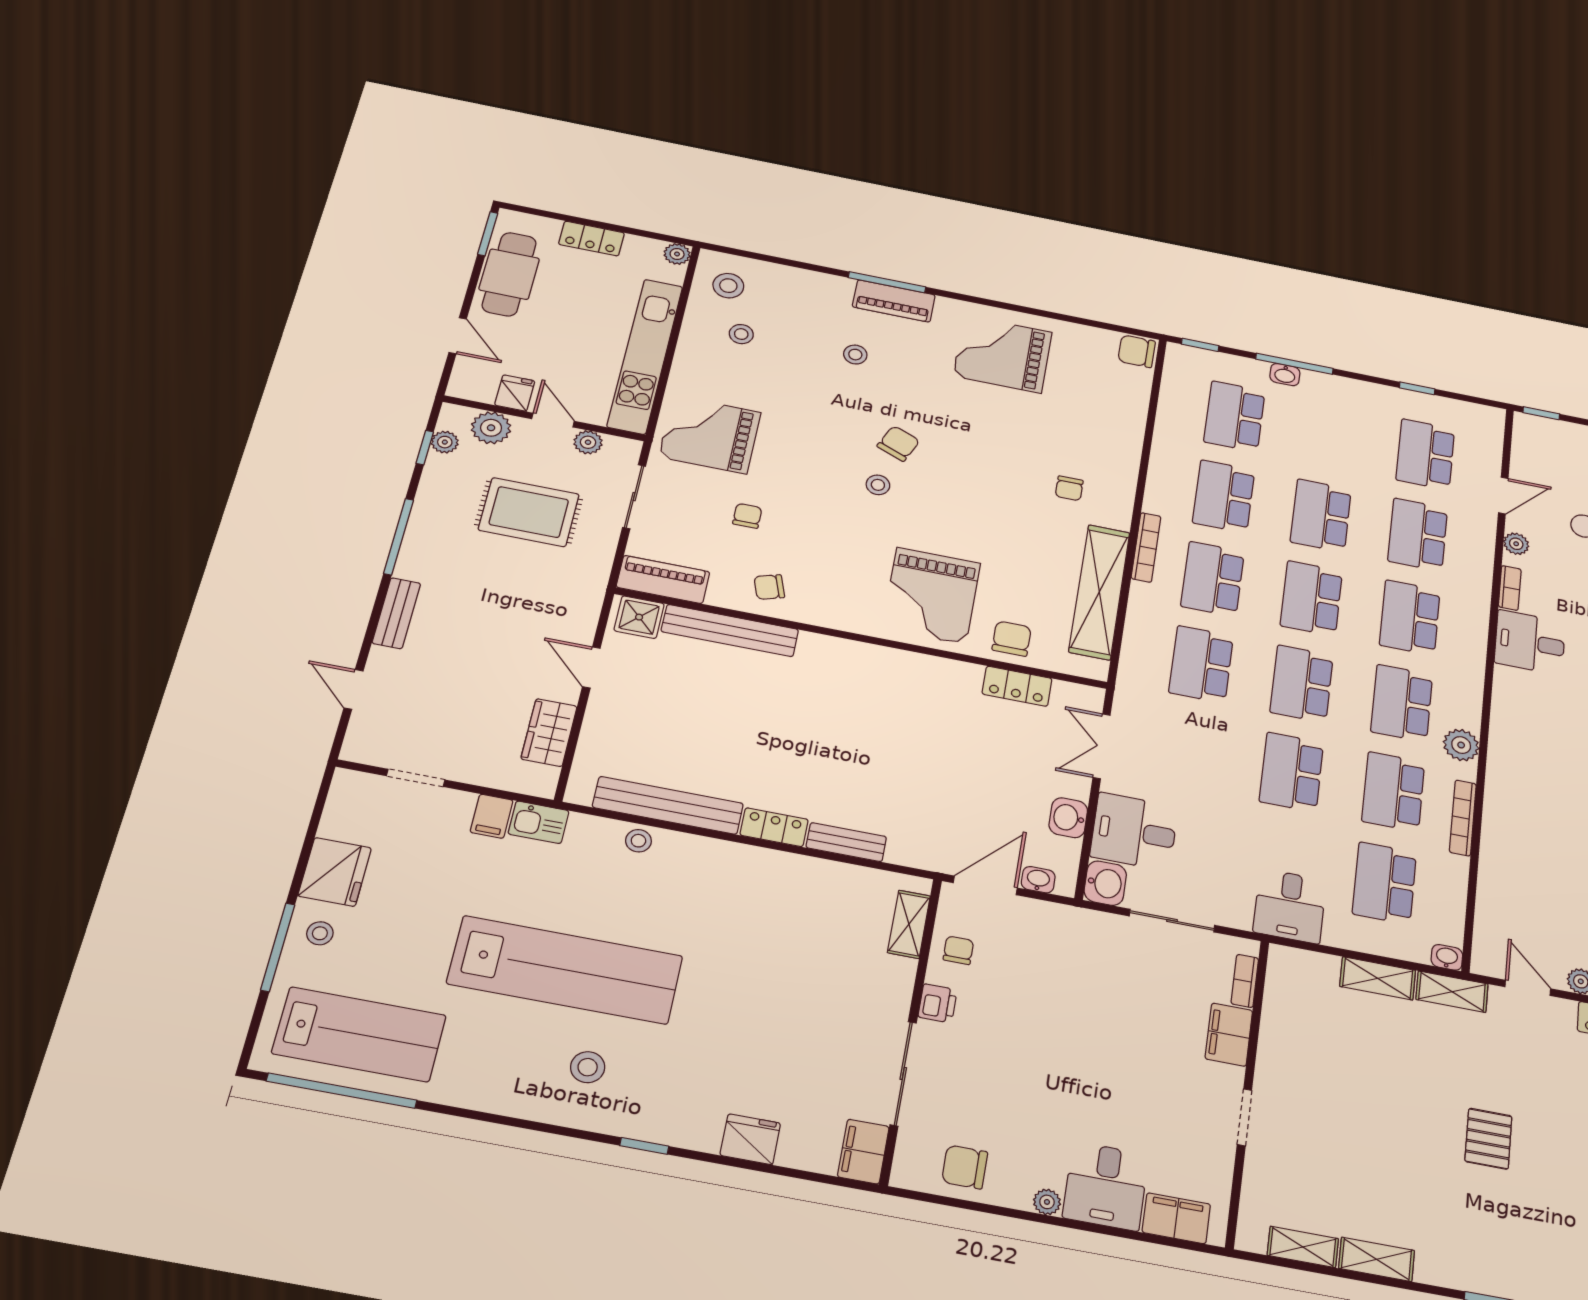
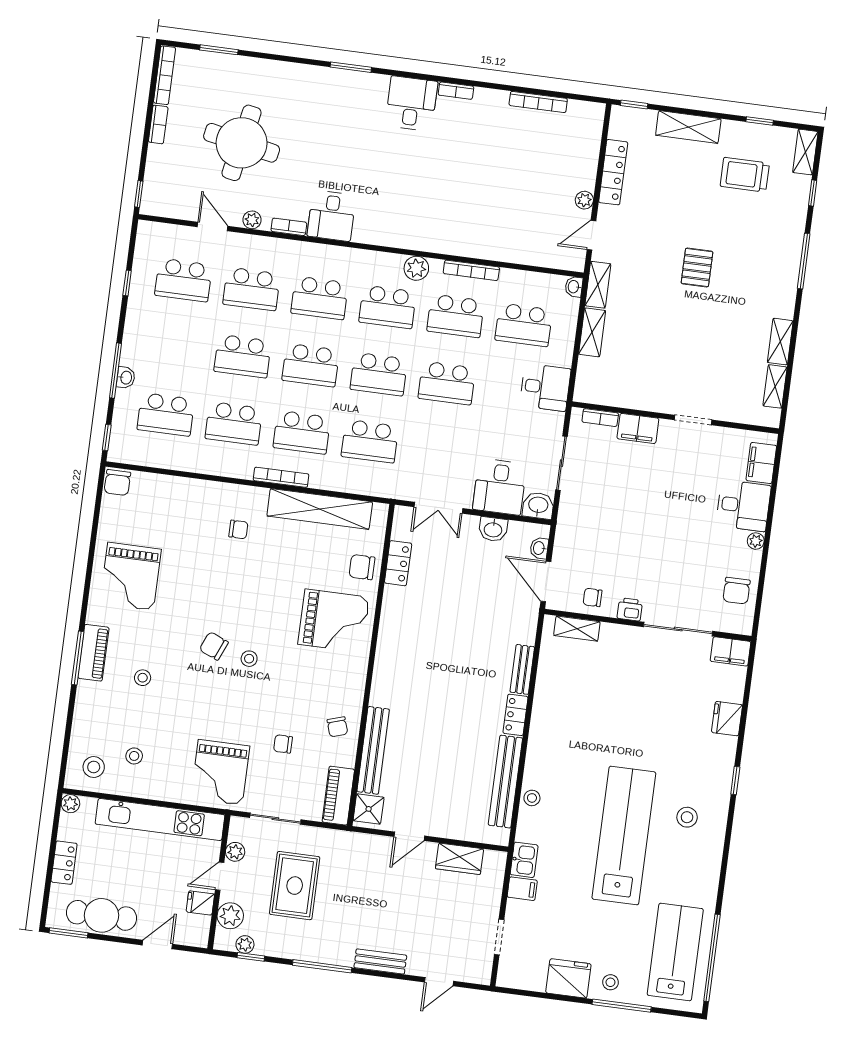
pallet: (1488, 1139) -> (697, 267), turned 90

